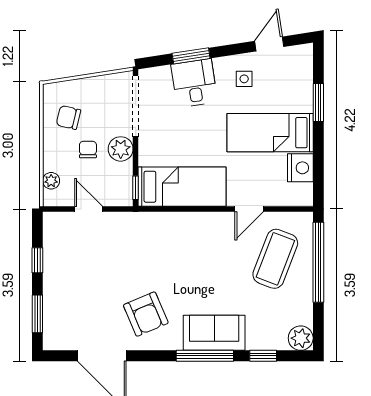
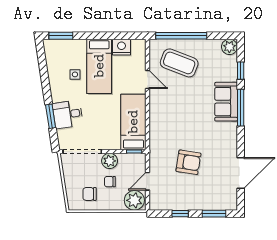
door: (269, 44) -> (43, 67), removed
side table: (244, 79) -> (75, 74), moved
window: (318, 102) -> (61, 36), moved
chair: (68, 117) -> (90, 194), turned 77
plant: (51, 181) -> (134, 200), width x1.88, depth x1.88
armchair: (146, 314) -> (188, 162), moved, turned 32

